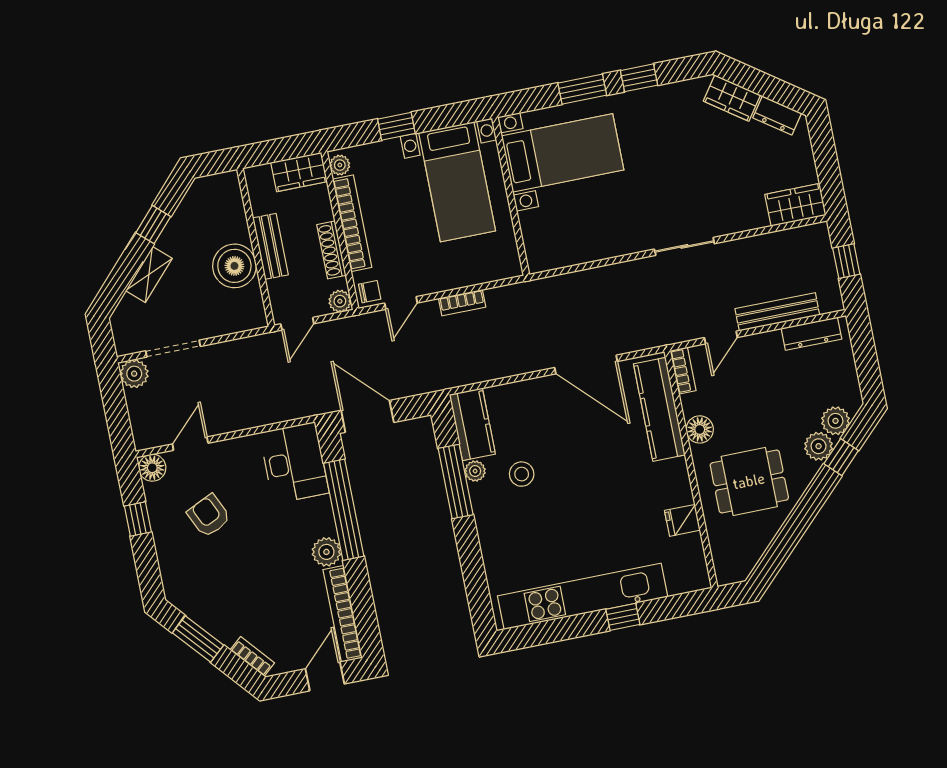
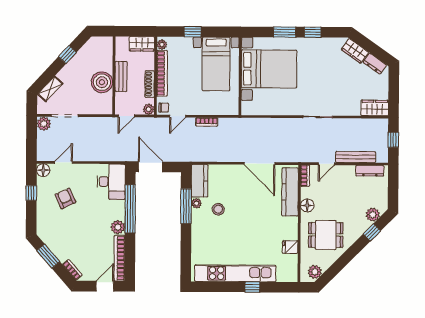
bed with nightstands: (563, 153) -> (269, 69), width x1.36
shelving: (149, 275) -> (50, 89), moved
plant: (819, 446) -> (315, 272), moved

